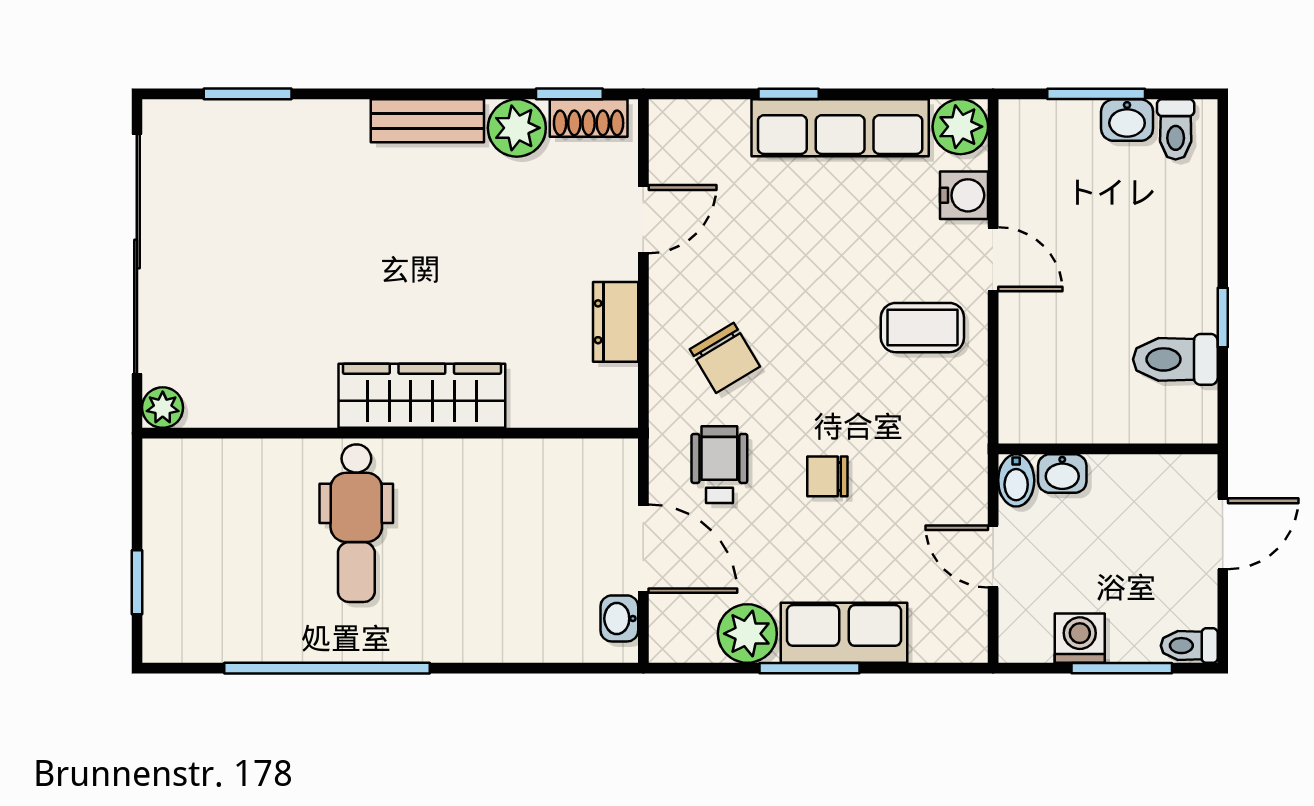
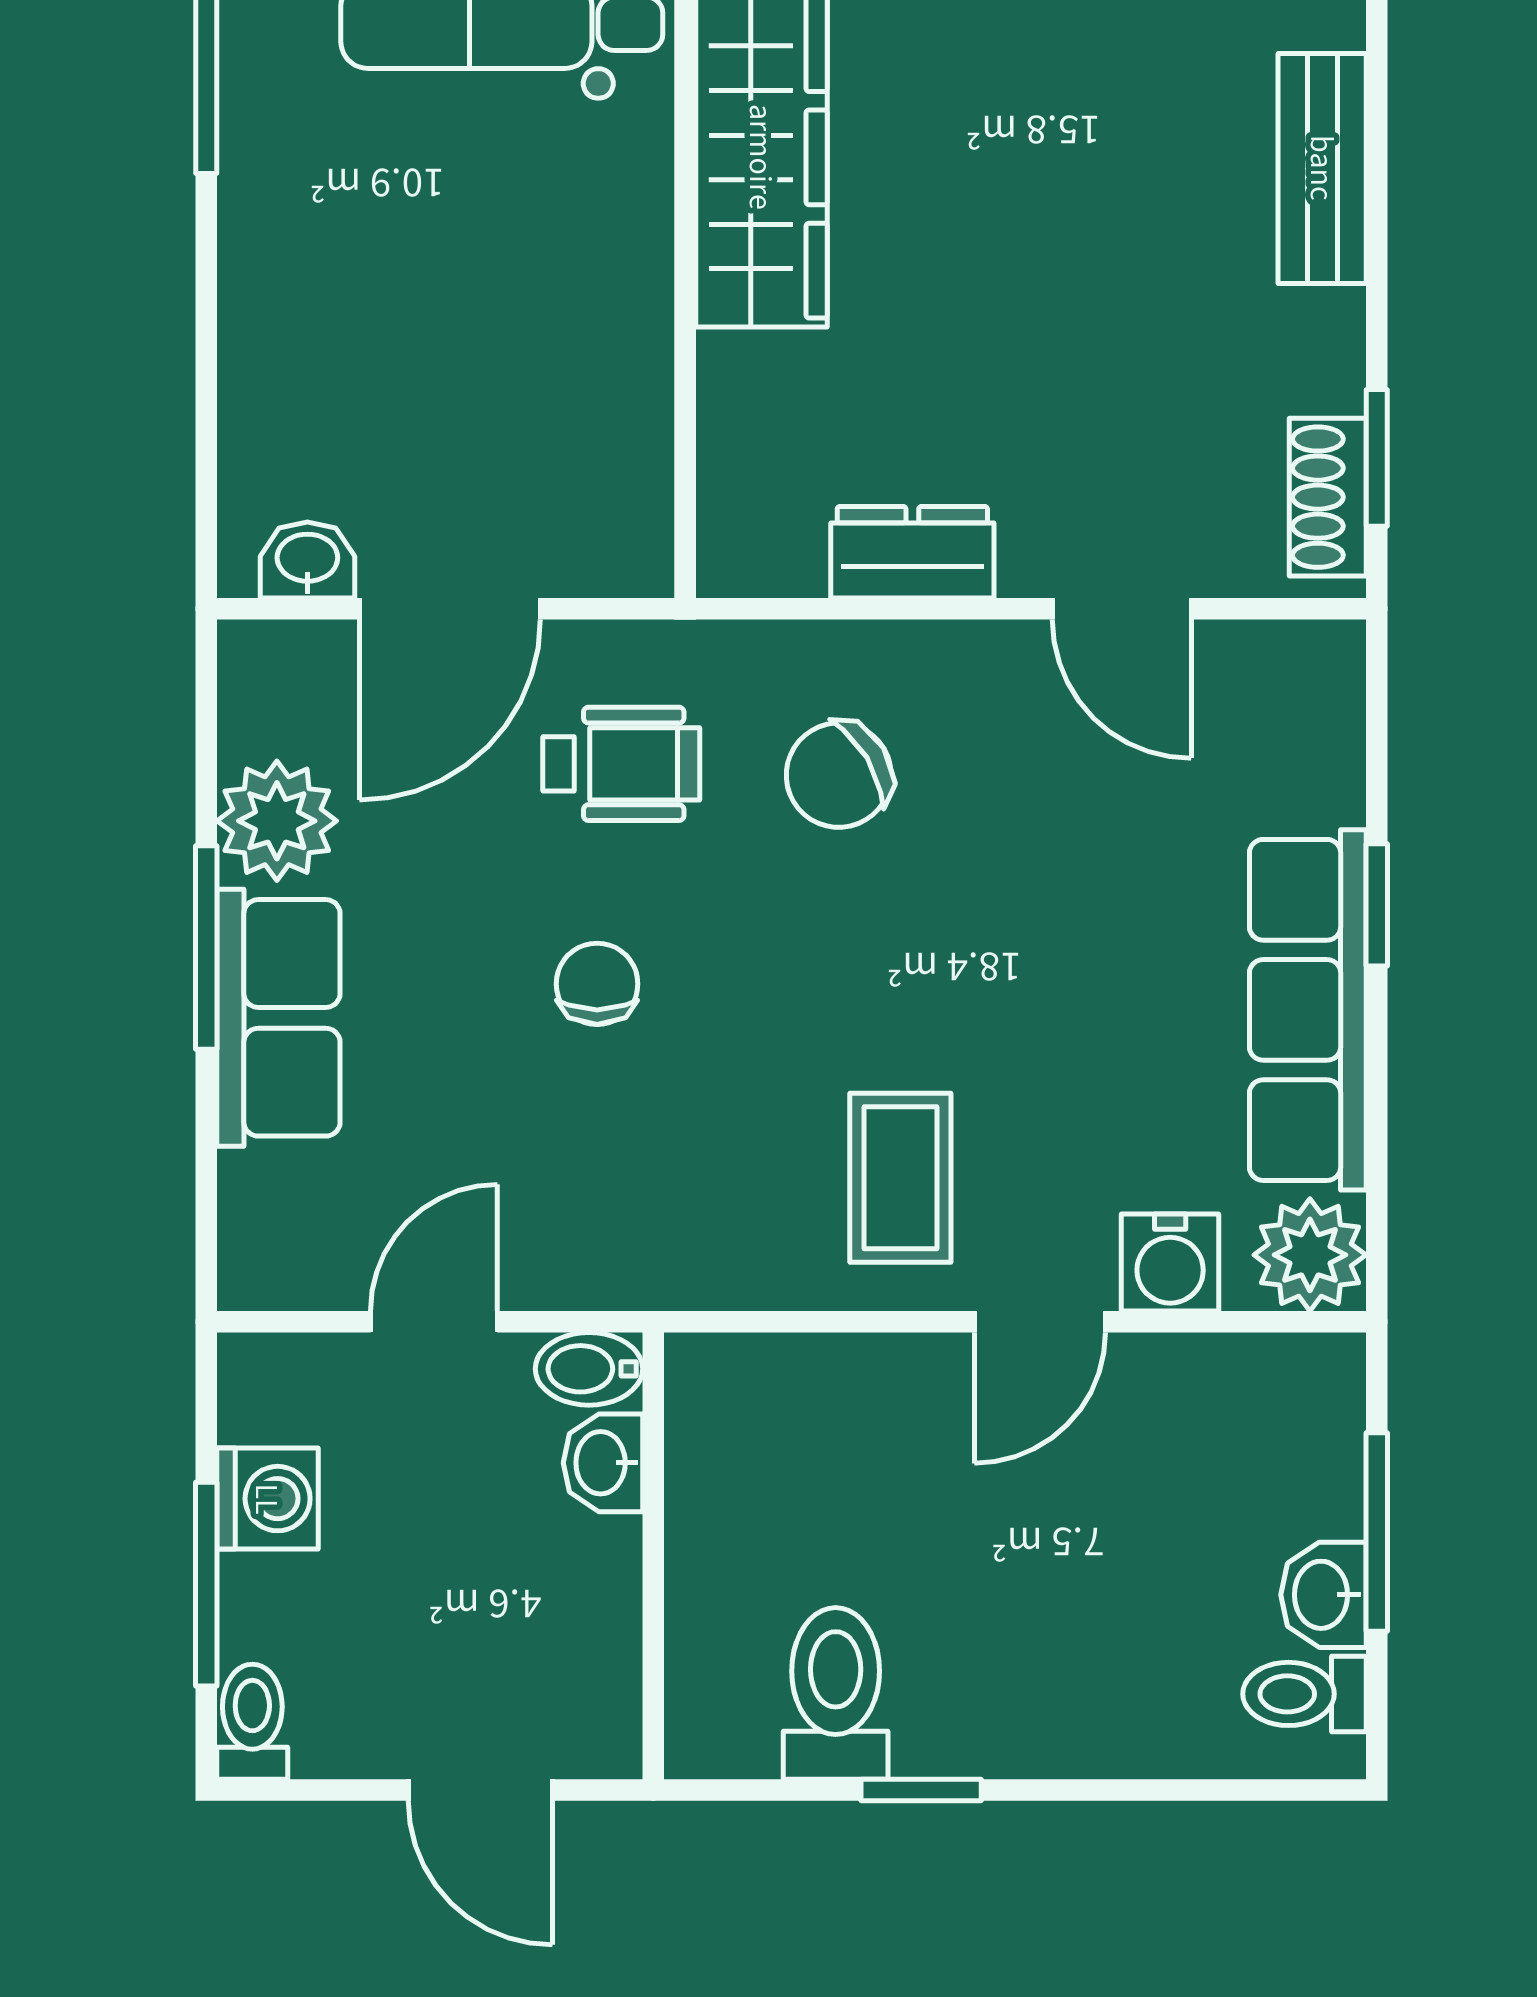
plant: (517, 128) -> (1307, 351), removed

